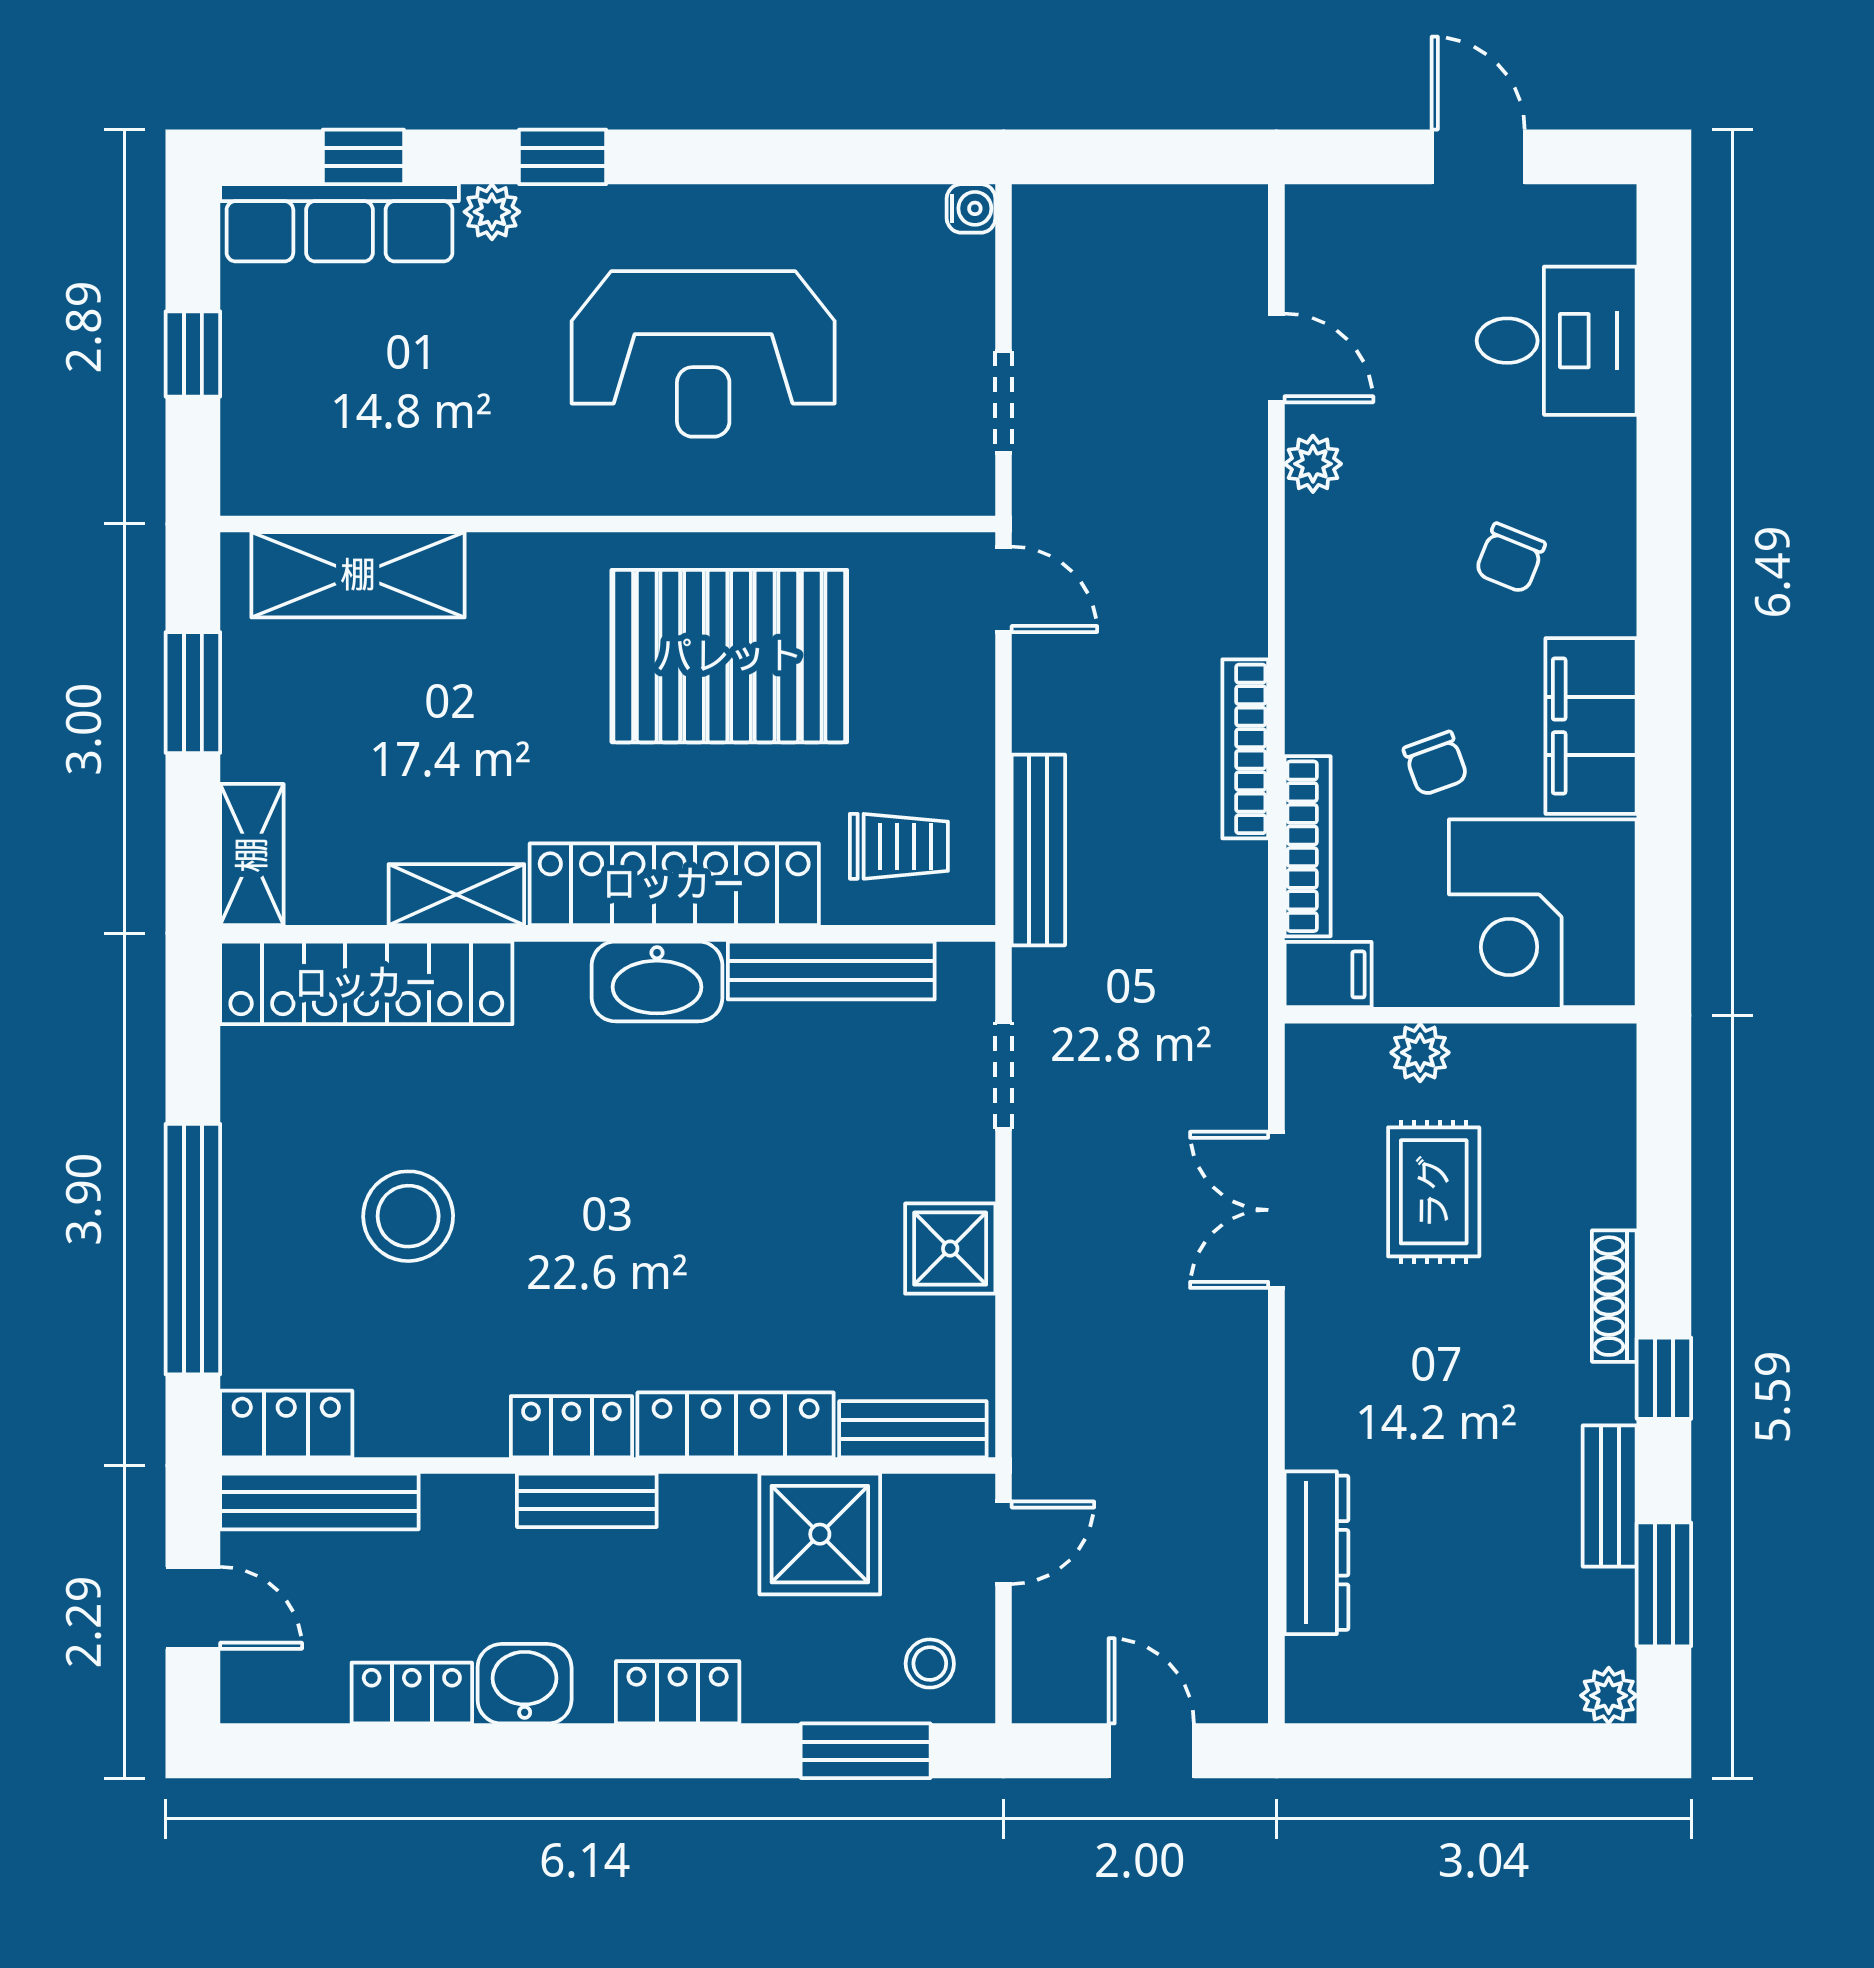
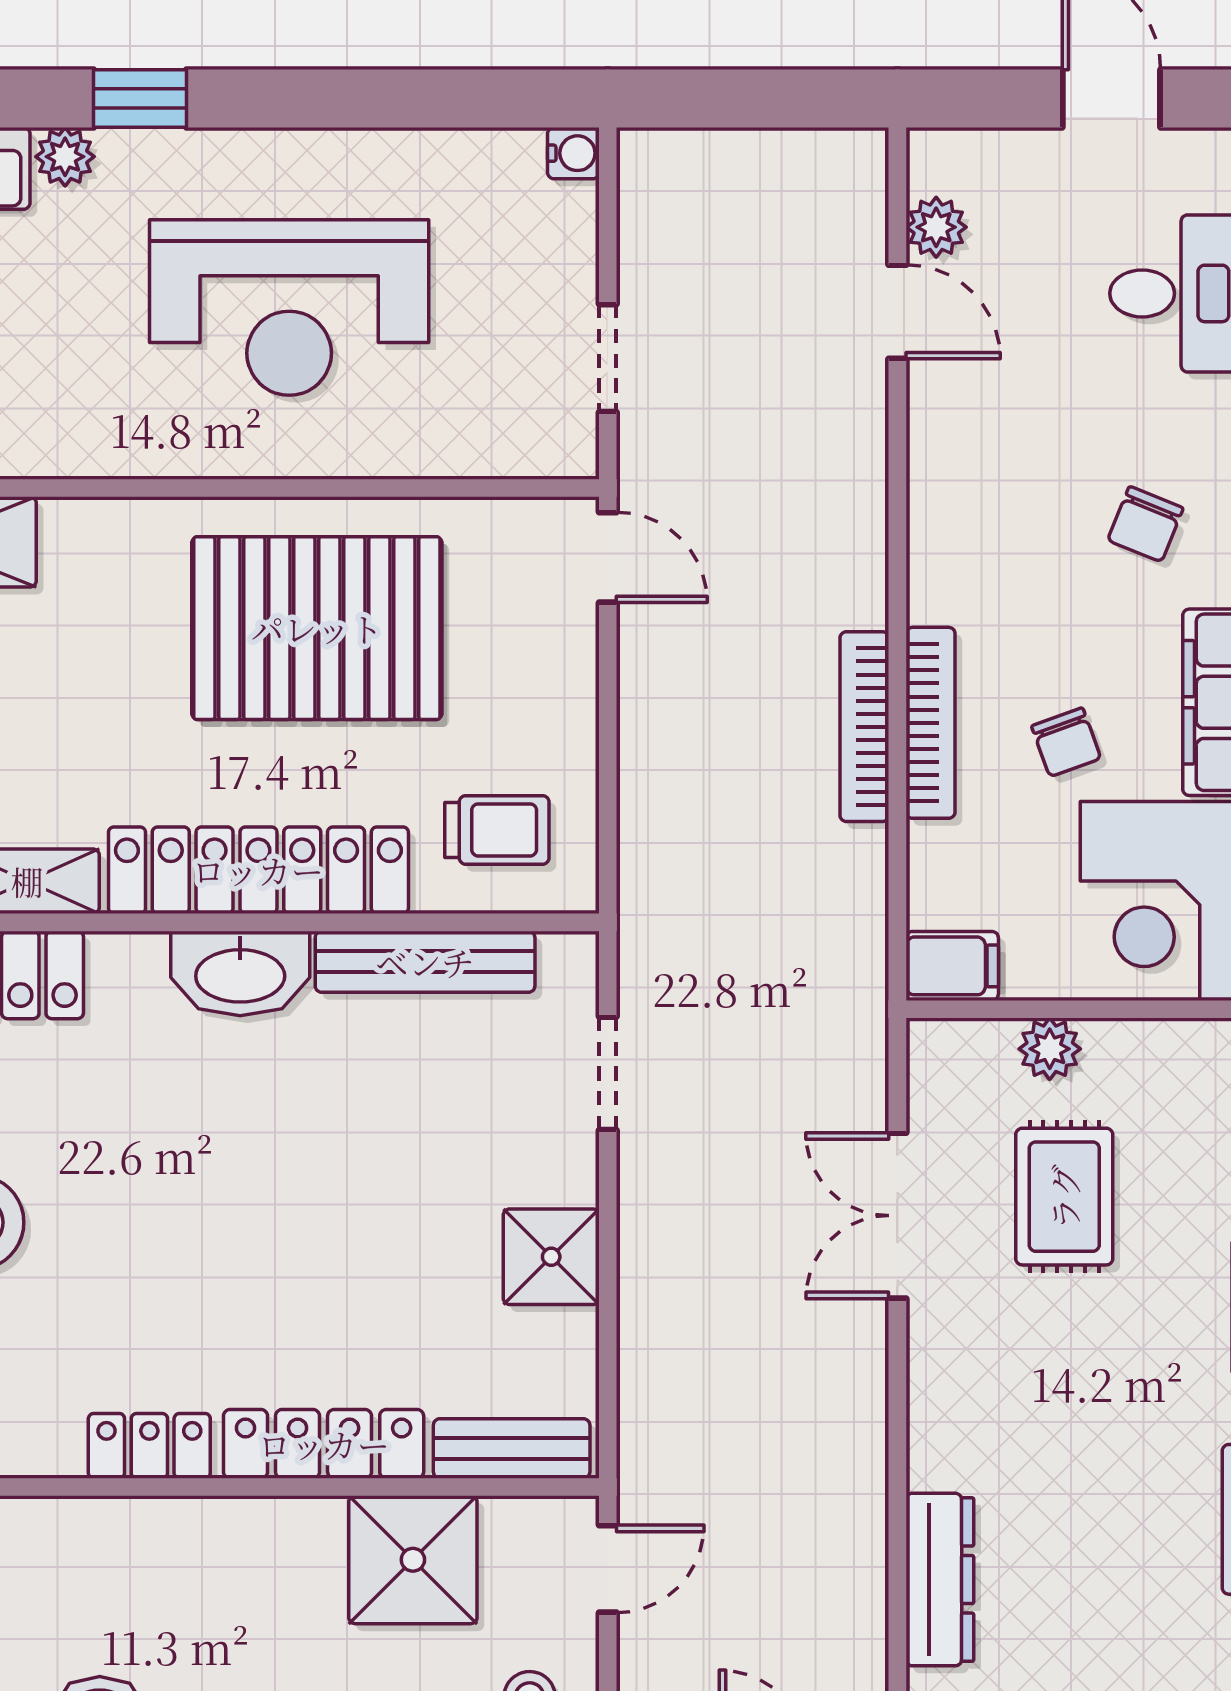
plant: (1313, 464) -> (936, 227), moved
bookcase: (1308, 846) -> (931, 723), moved
bench: (1038, 850) -> (645, 834), removed
bench: (587, 1500) -> (166, 1524), removed

